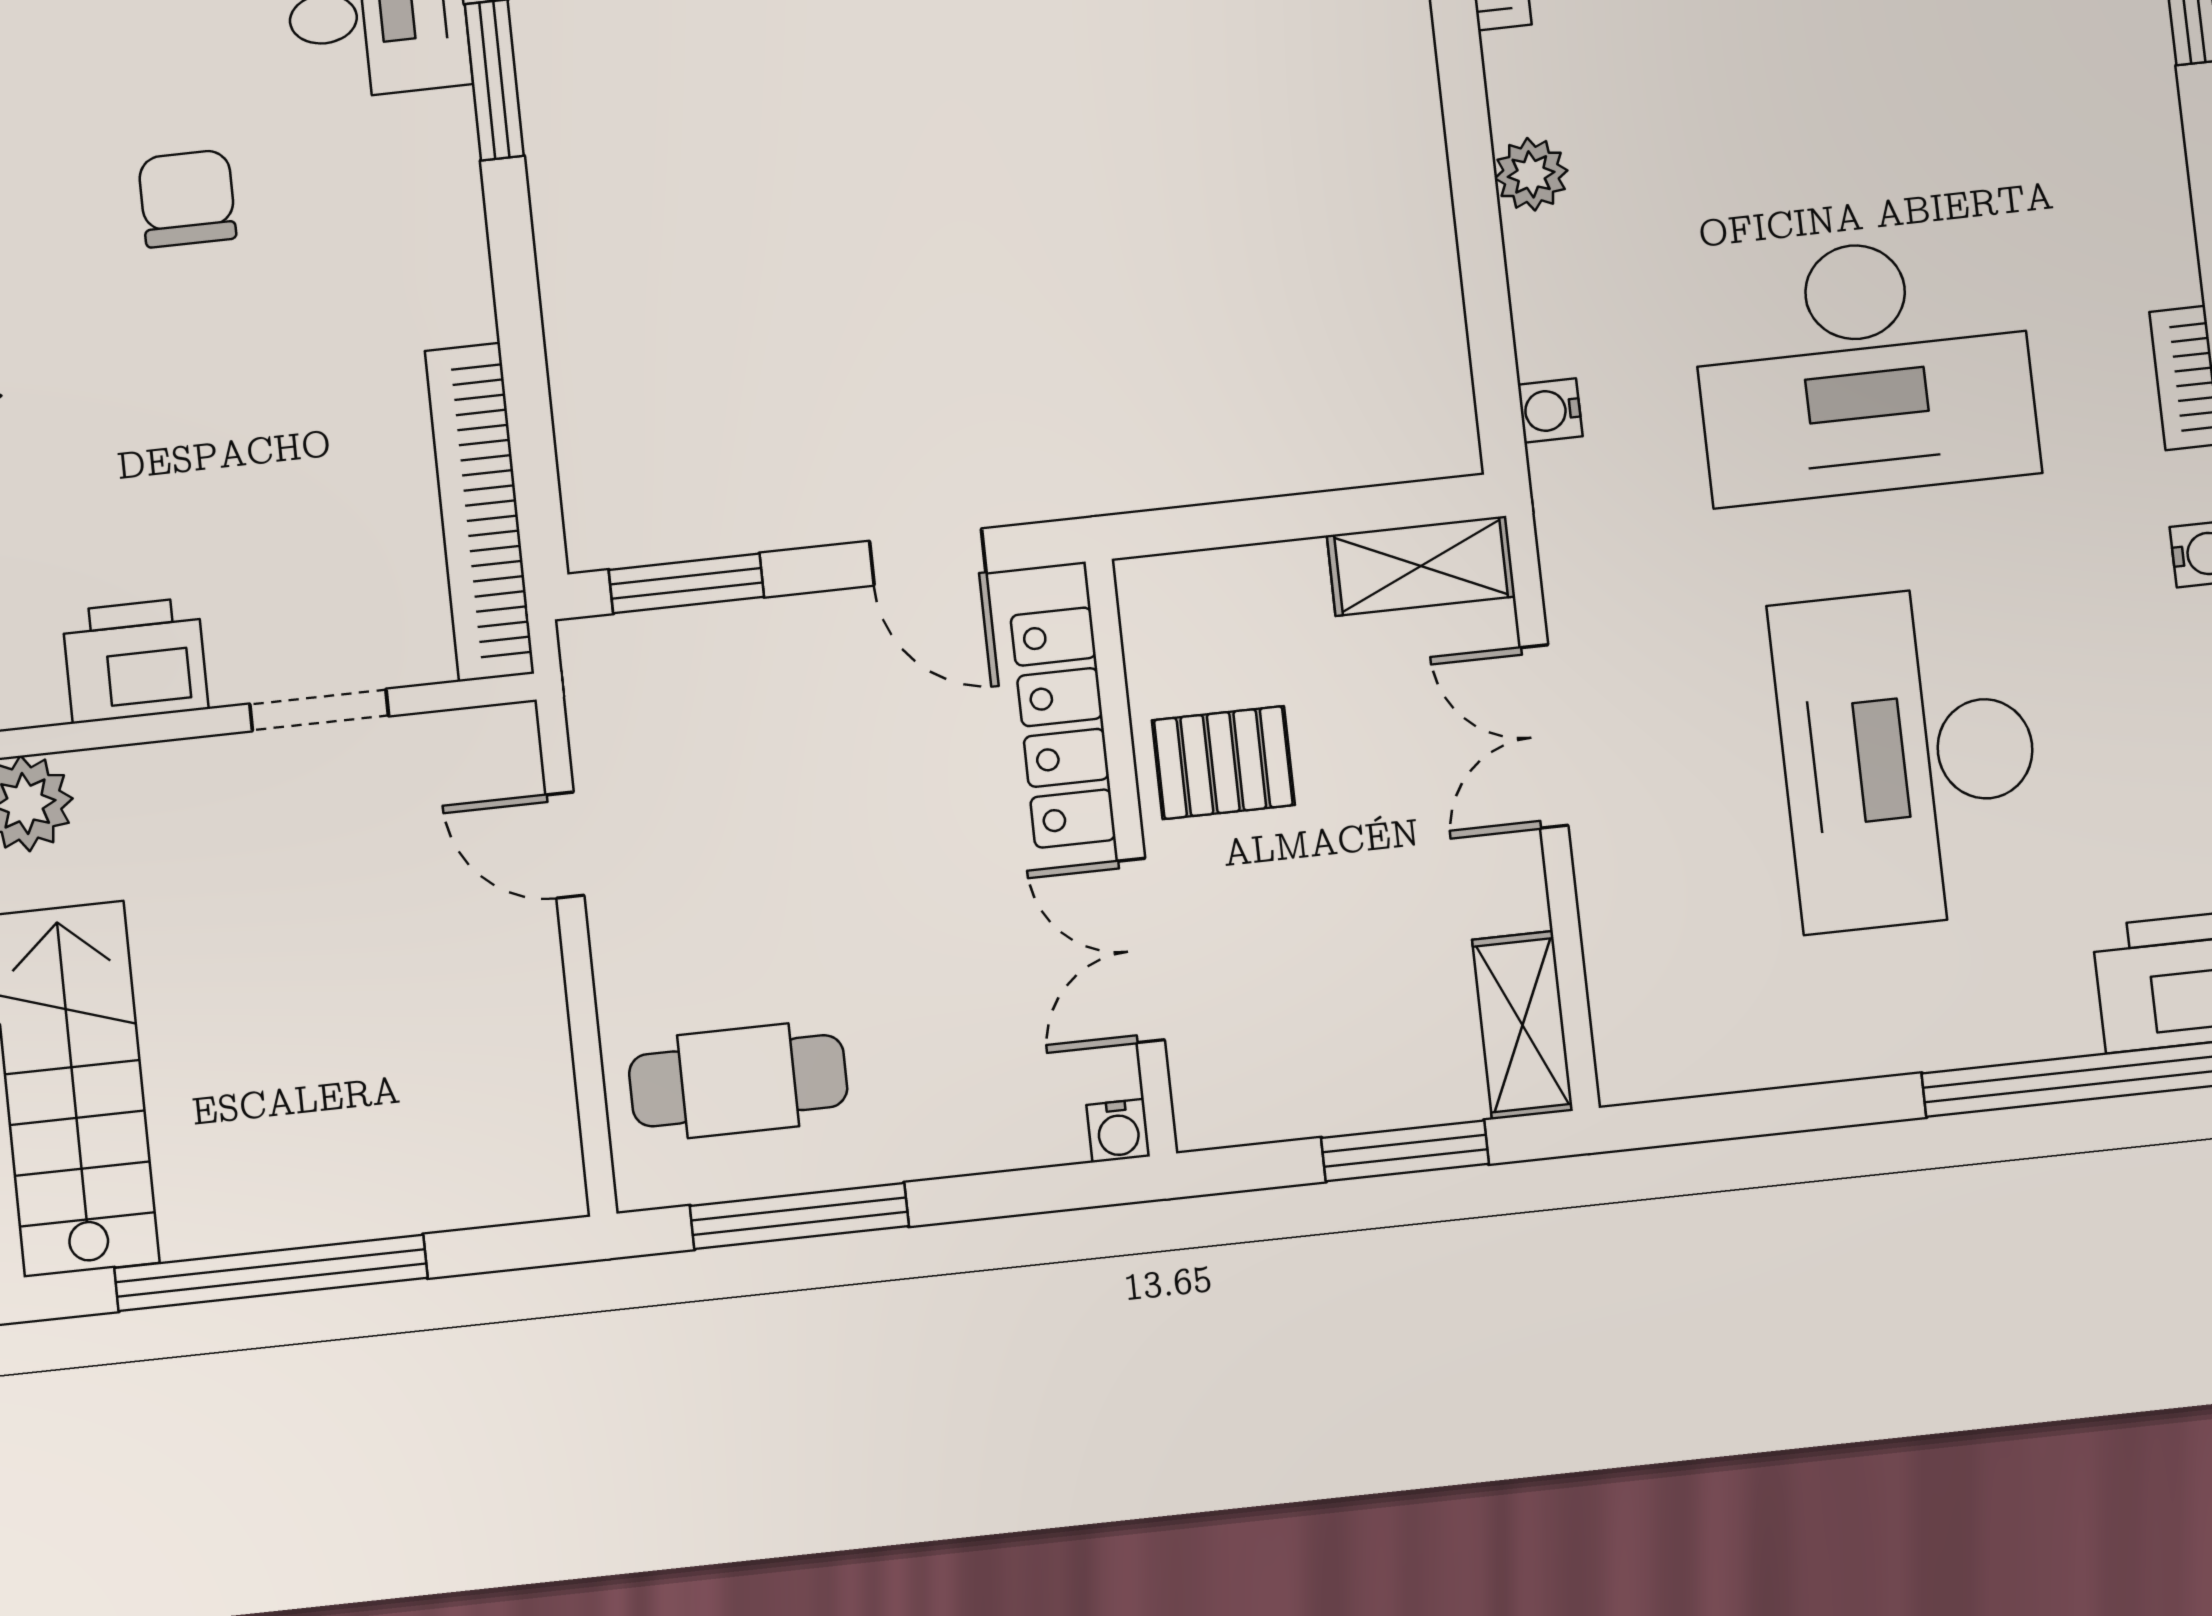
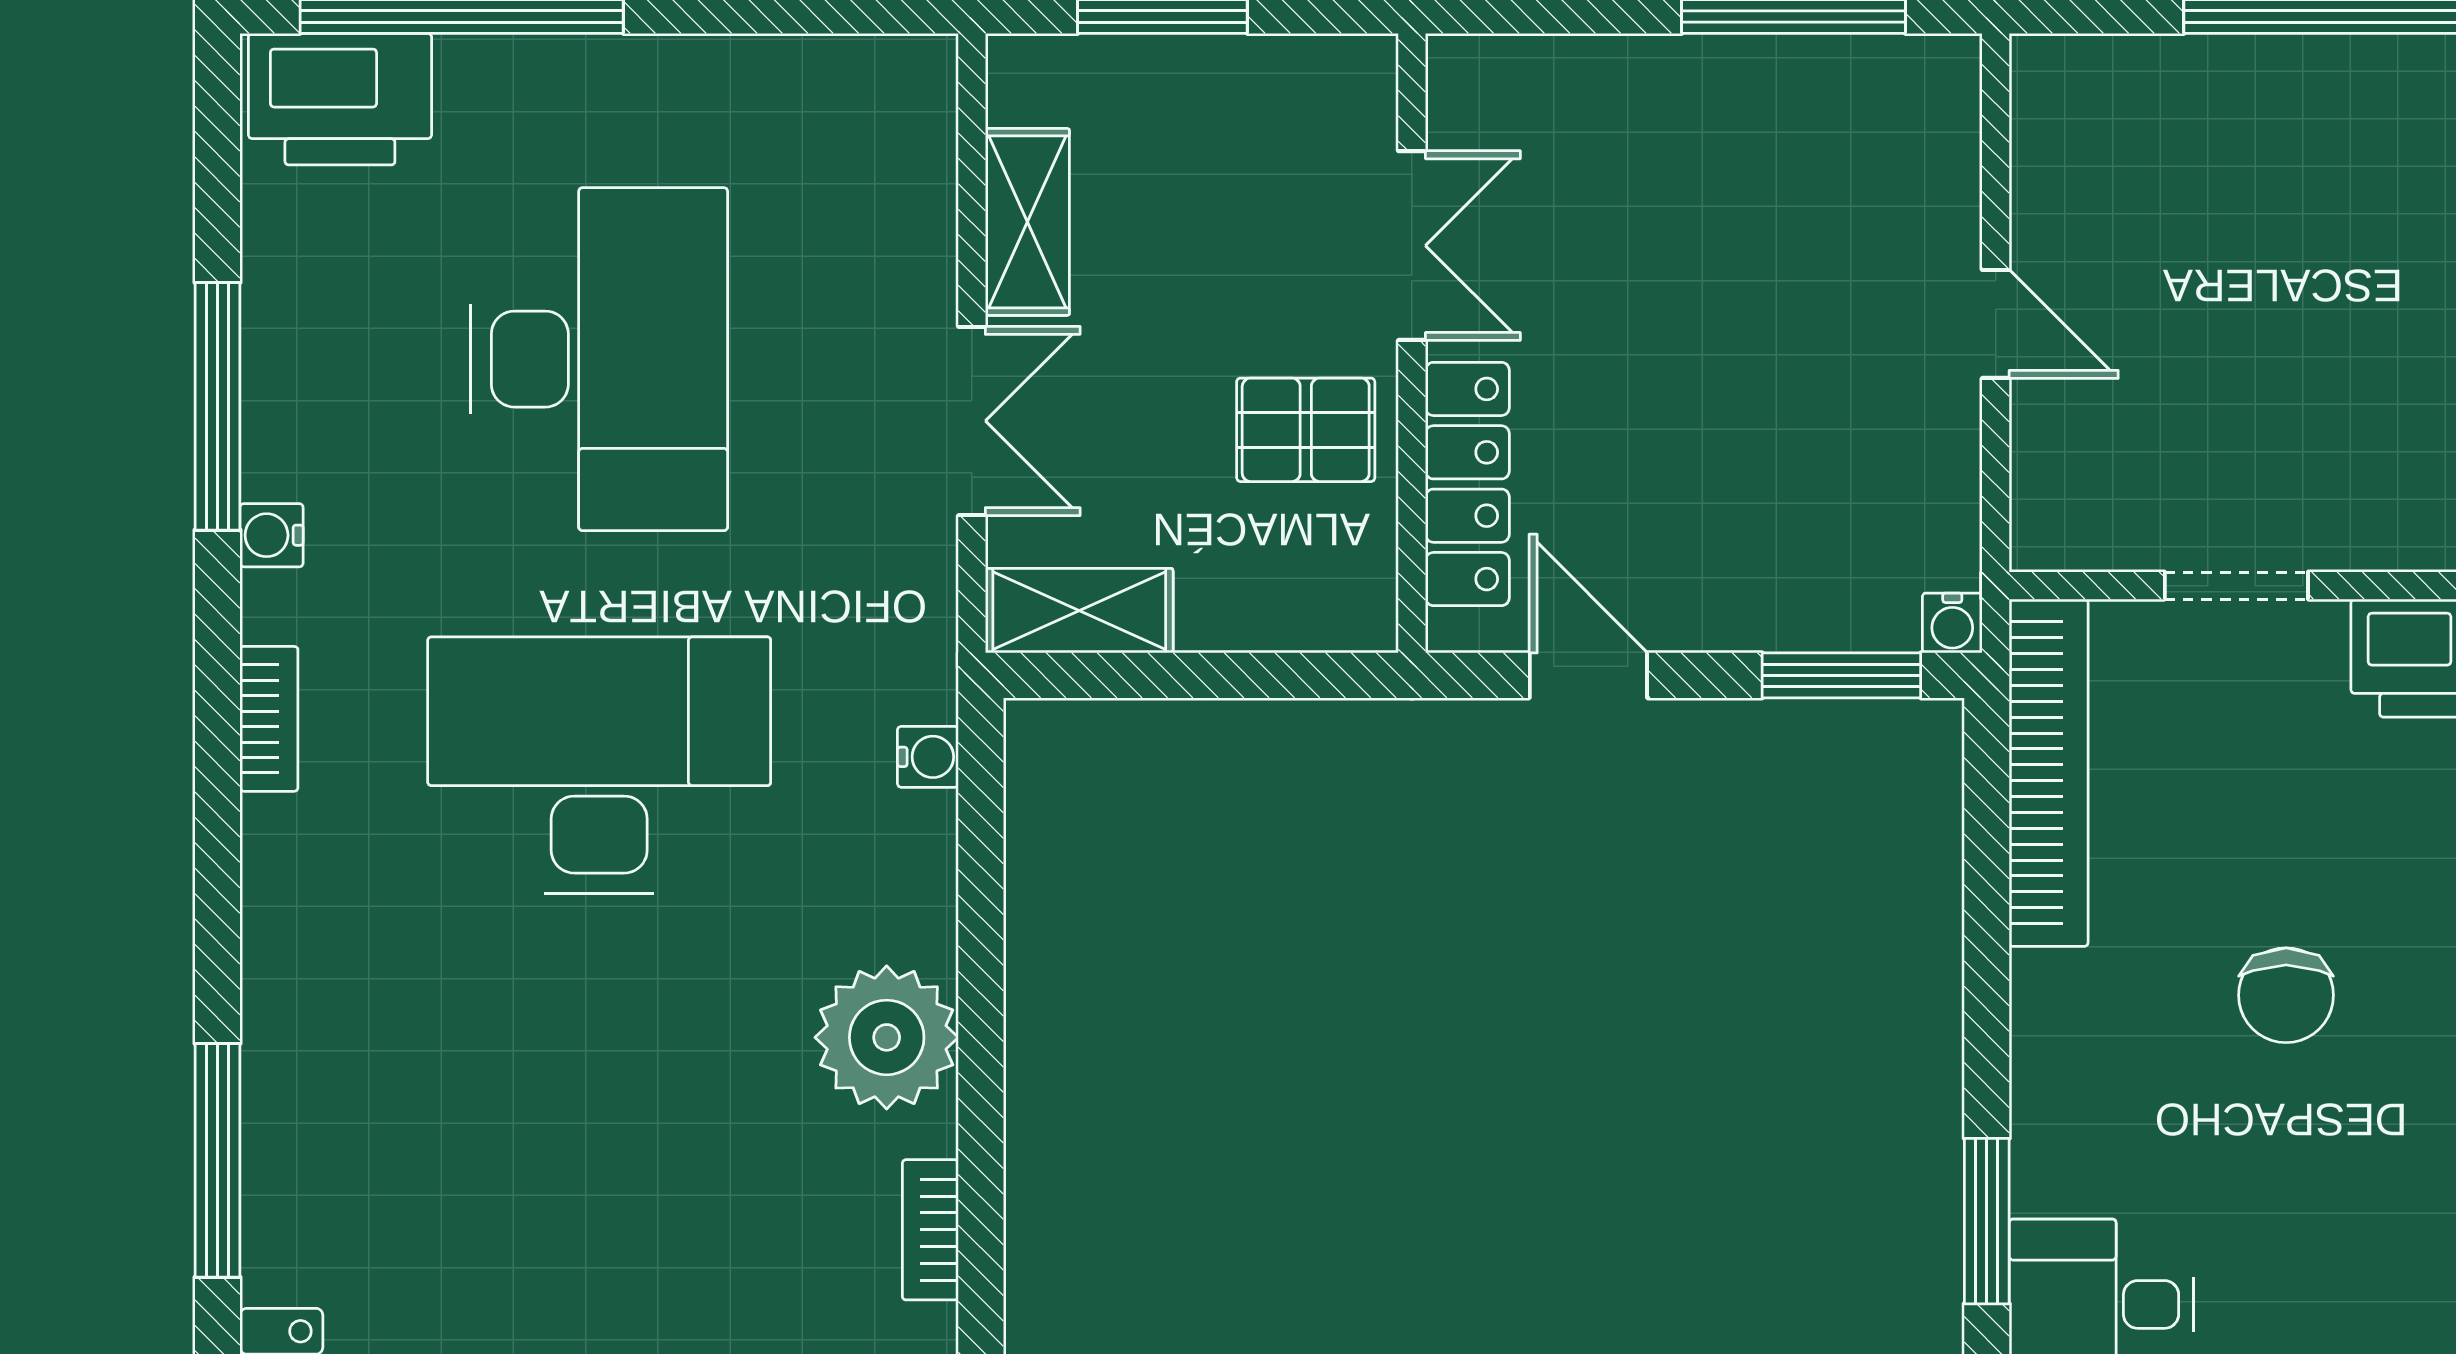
plant: (1531, 174) -> (887, 1037), width x1.87, depth x1.87
chair: (187, 198) -> (2286, 995), moved
door: (565, 845) -> (1996, 324), moved
shelving: (1522, 1025) -> (1027, 222), moved
cafe table: (738, 1081) -> (1842, 156), removed
water cooler: (1118, 1131) -> (1952, 623), moved, turned 180

